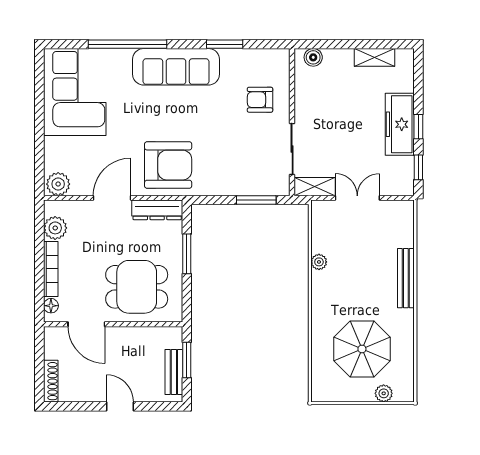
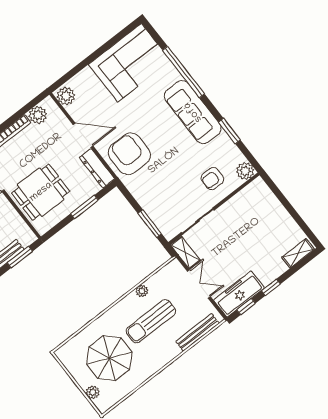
boiler: (313, 57) -> (263, 191), removed
shelving: (374, 57) -> (298, 253), moved, turned 90
plant: (278, 60) -> (245, 171), added
armchair: (260, 100) -> (212, 179), turned -90
freezer: (400, 124) -> (239, 294), moved
armchair: (168, 165) -> (129, 154), turned 180
sun lounger: (357, 277) -> (151, 321), added
bench: (406, 278) -> (197, 332), moved
dining table: (137, 287) -> (41, 192), turned 90

